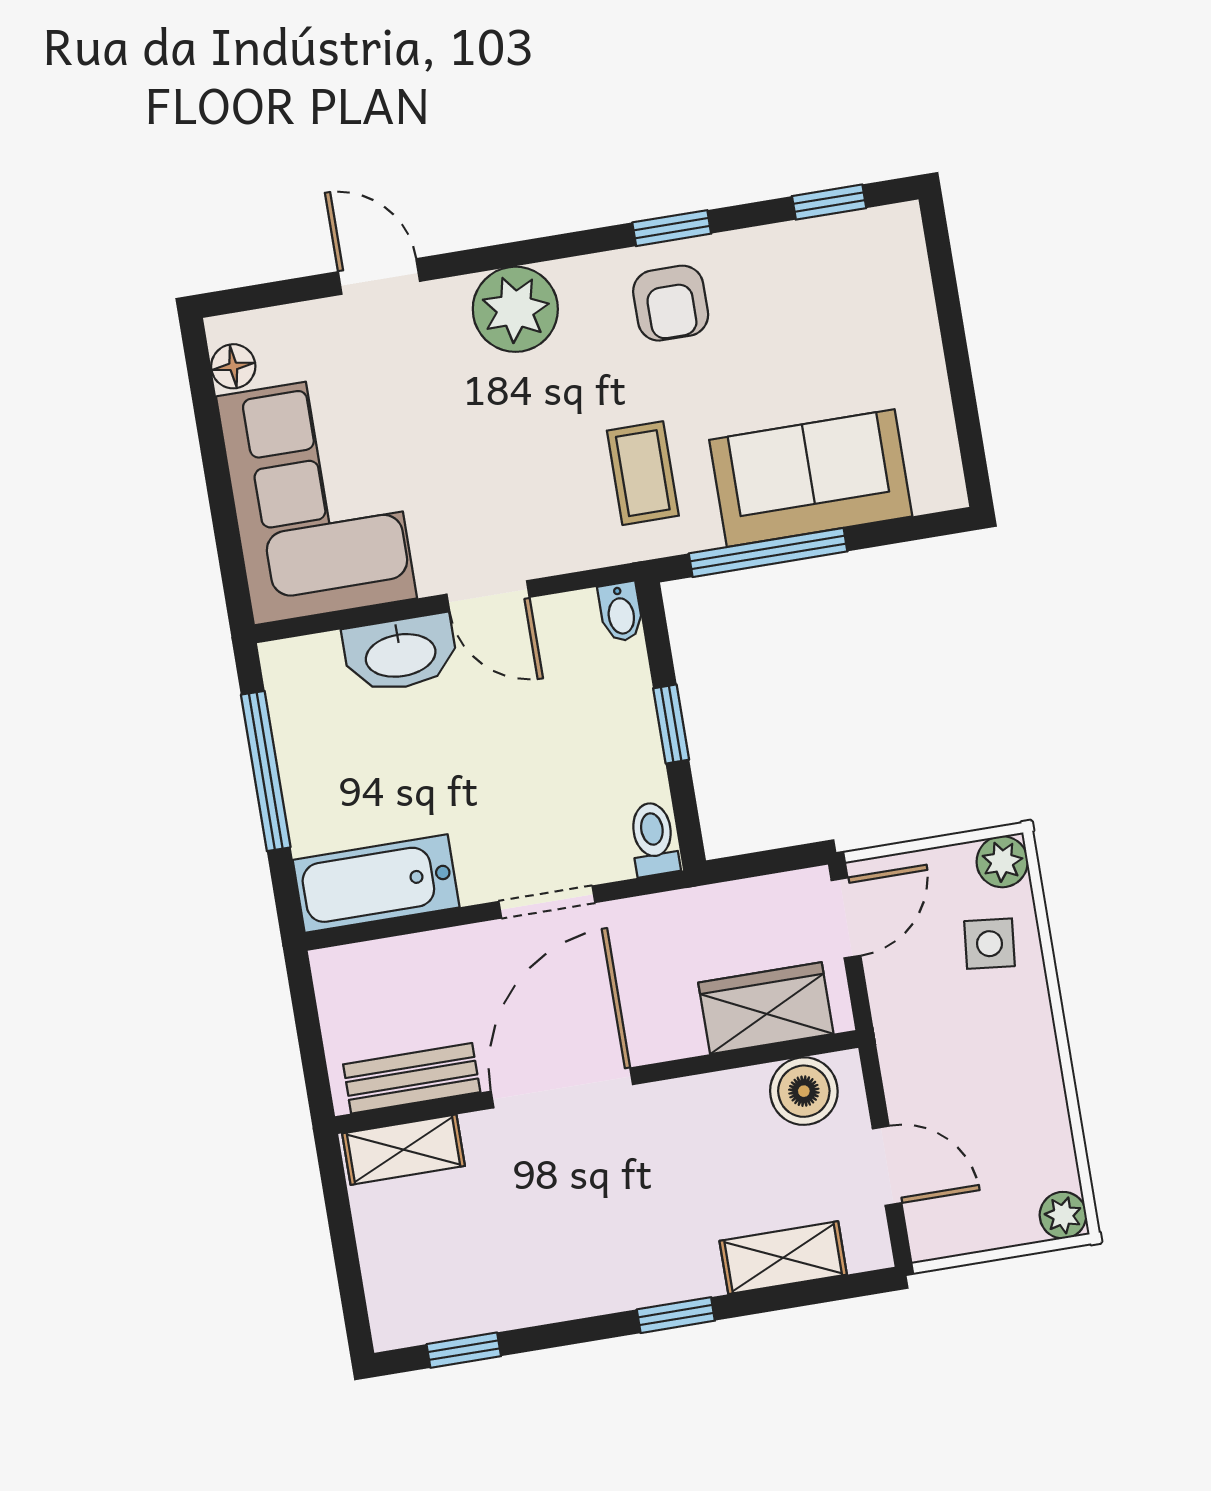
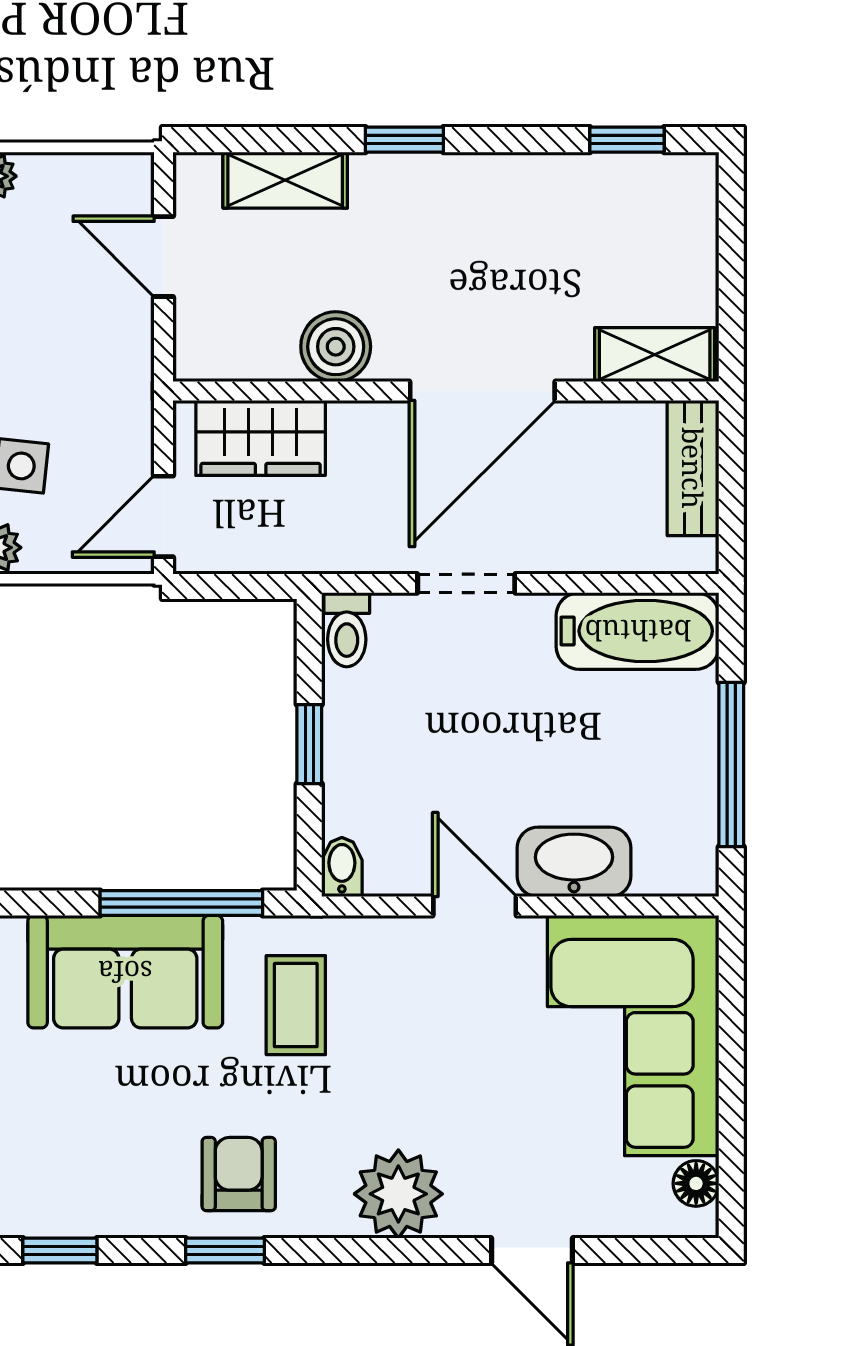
bench: (412, 1078) -> (693, 468), moved, turned 90
boiler: (804, 1091) -> (336, 347), moved

